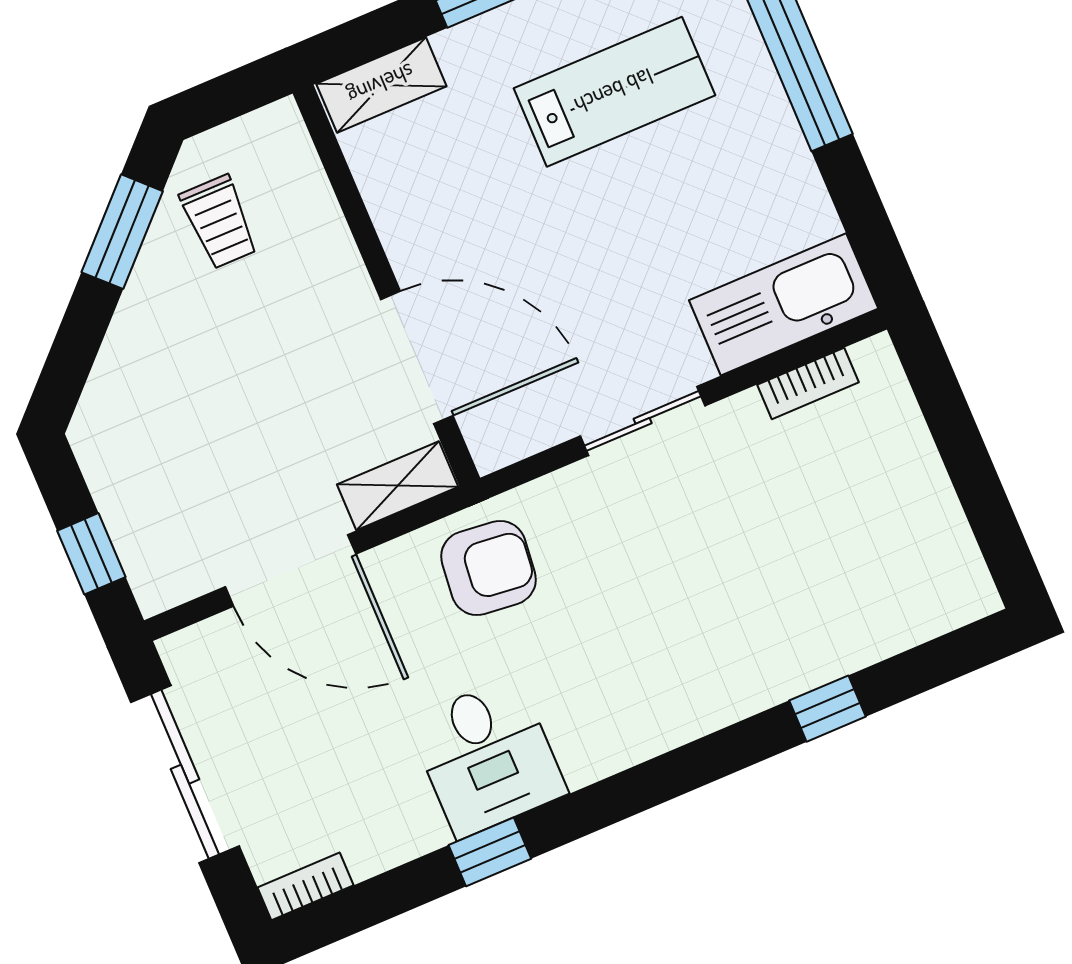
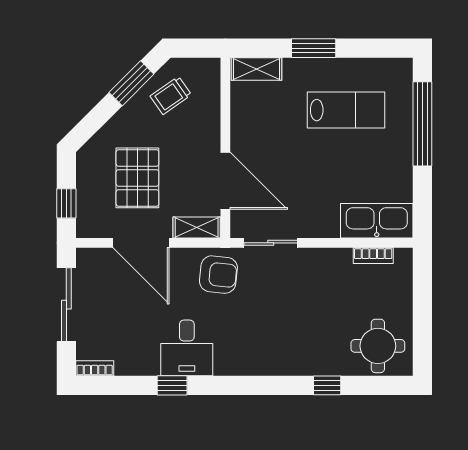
trolley: (219, 222) -> (171, 95), turned 55
sliding door: (643, 421) -> (271, 243), moved
pallet: (223, 432) -> (137, 178), added
round table: (902, 576) -> (378, 346), added

